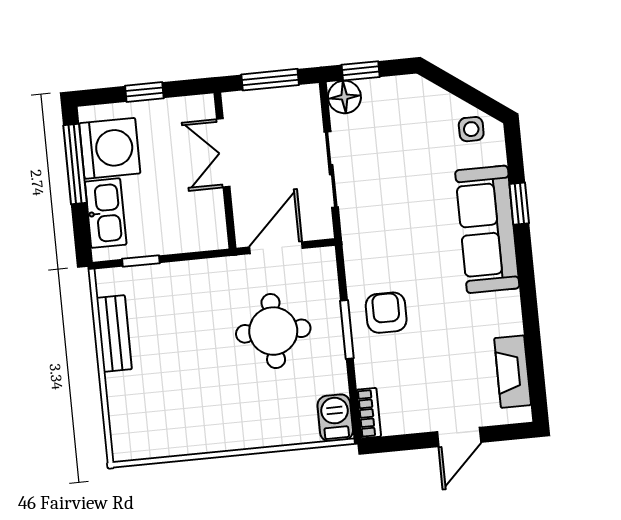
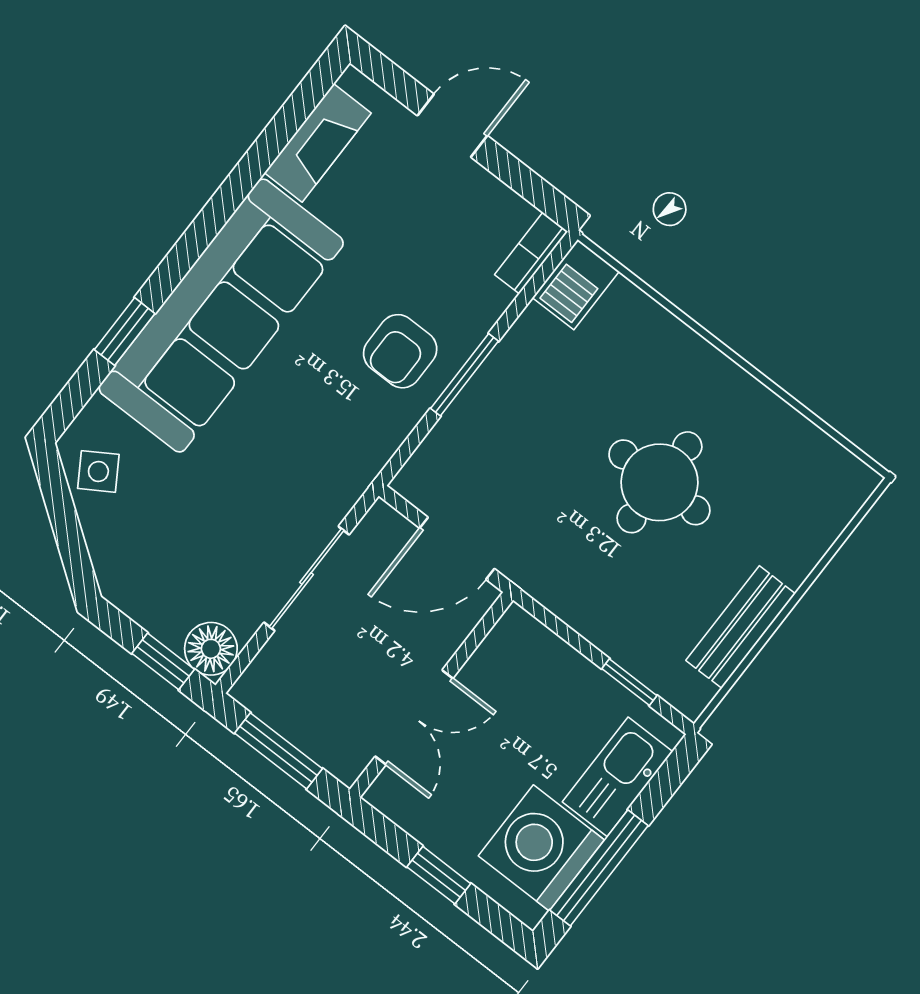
side table: (471, 129) -> (98, 471), turned -32
sofa: (487, 229) -> (221, 316), width x1.36, depth x1.27
round table: (273, 331) -> (659, 482), moved

